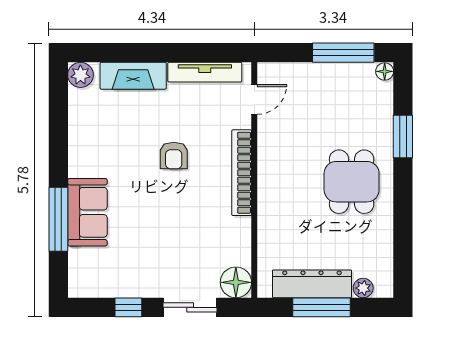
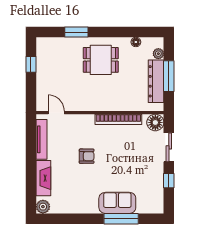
window: (343, 53) -> (31, 64), width x0.46
floor lamp: (385, 71) -> (136, 42), moved
bookcase: (242, 173) -> (118, 119), moved

